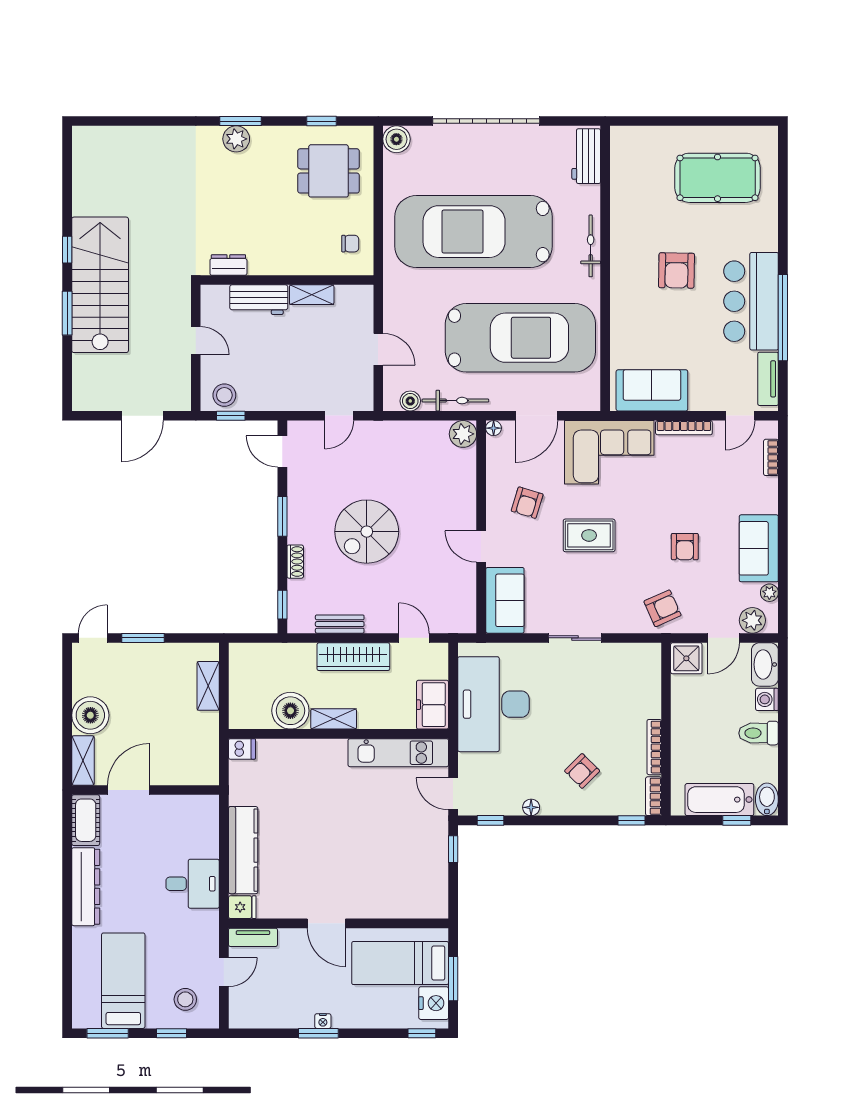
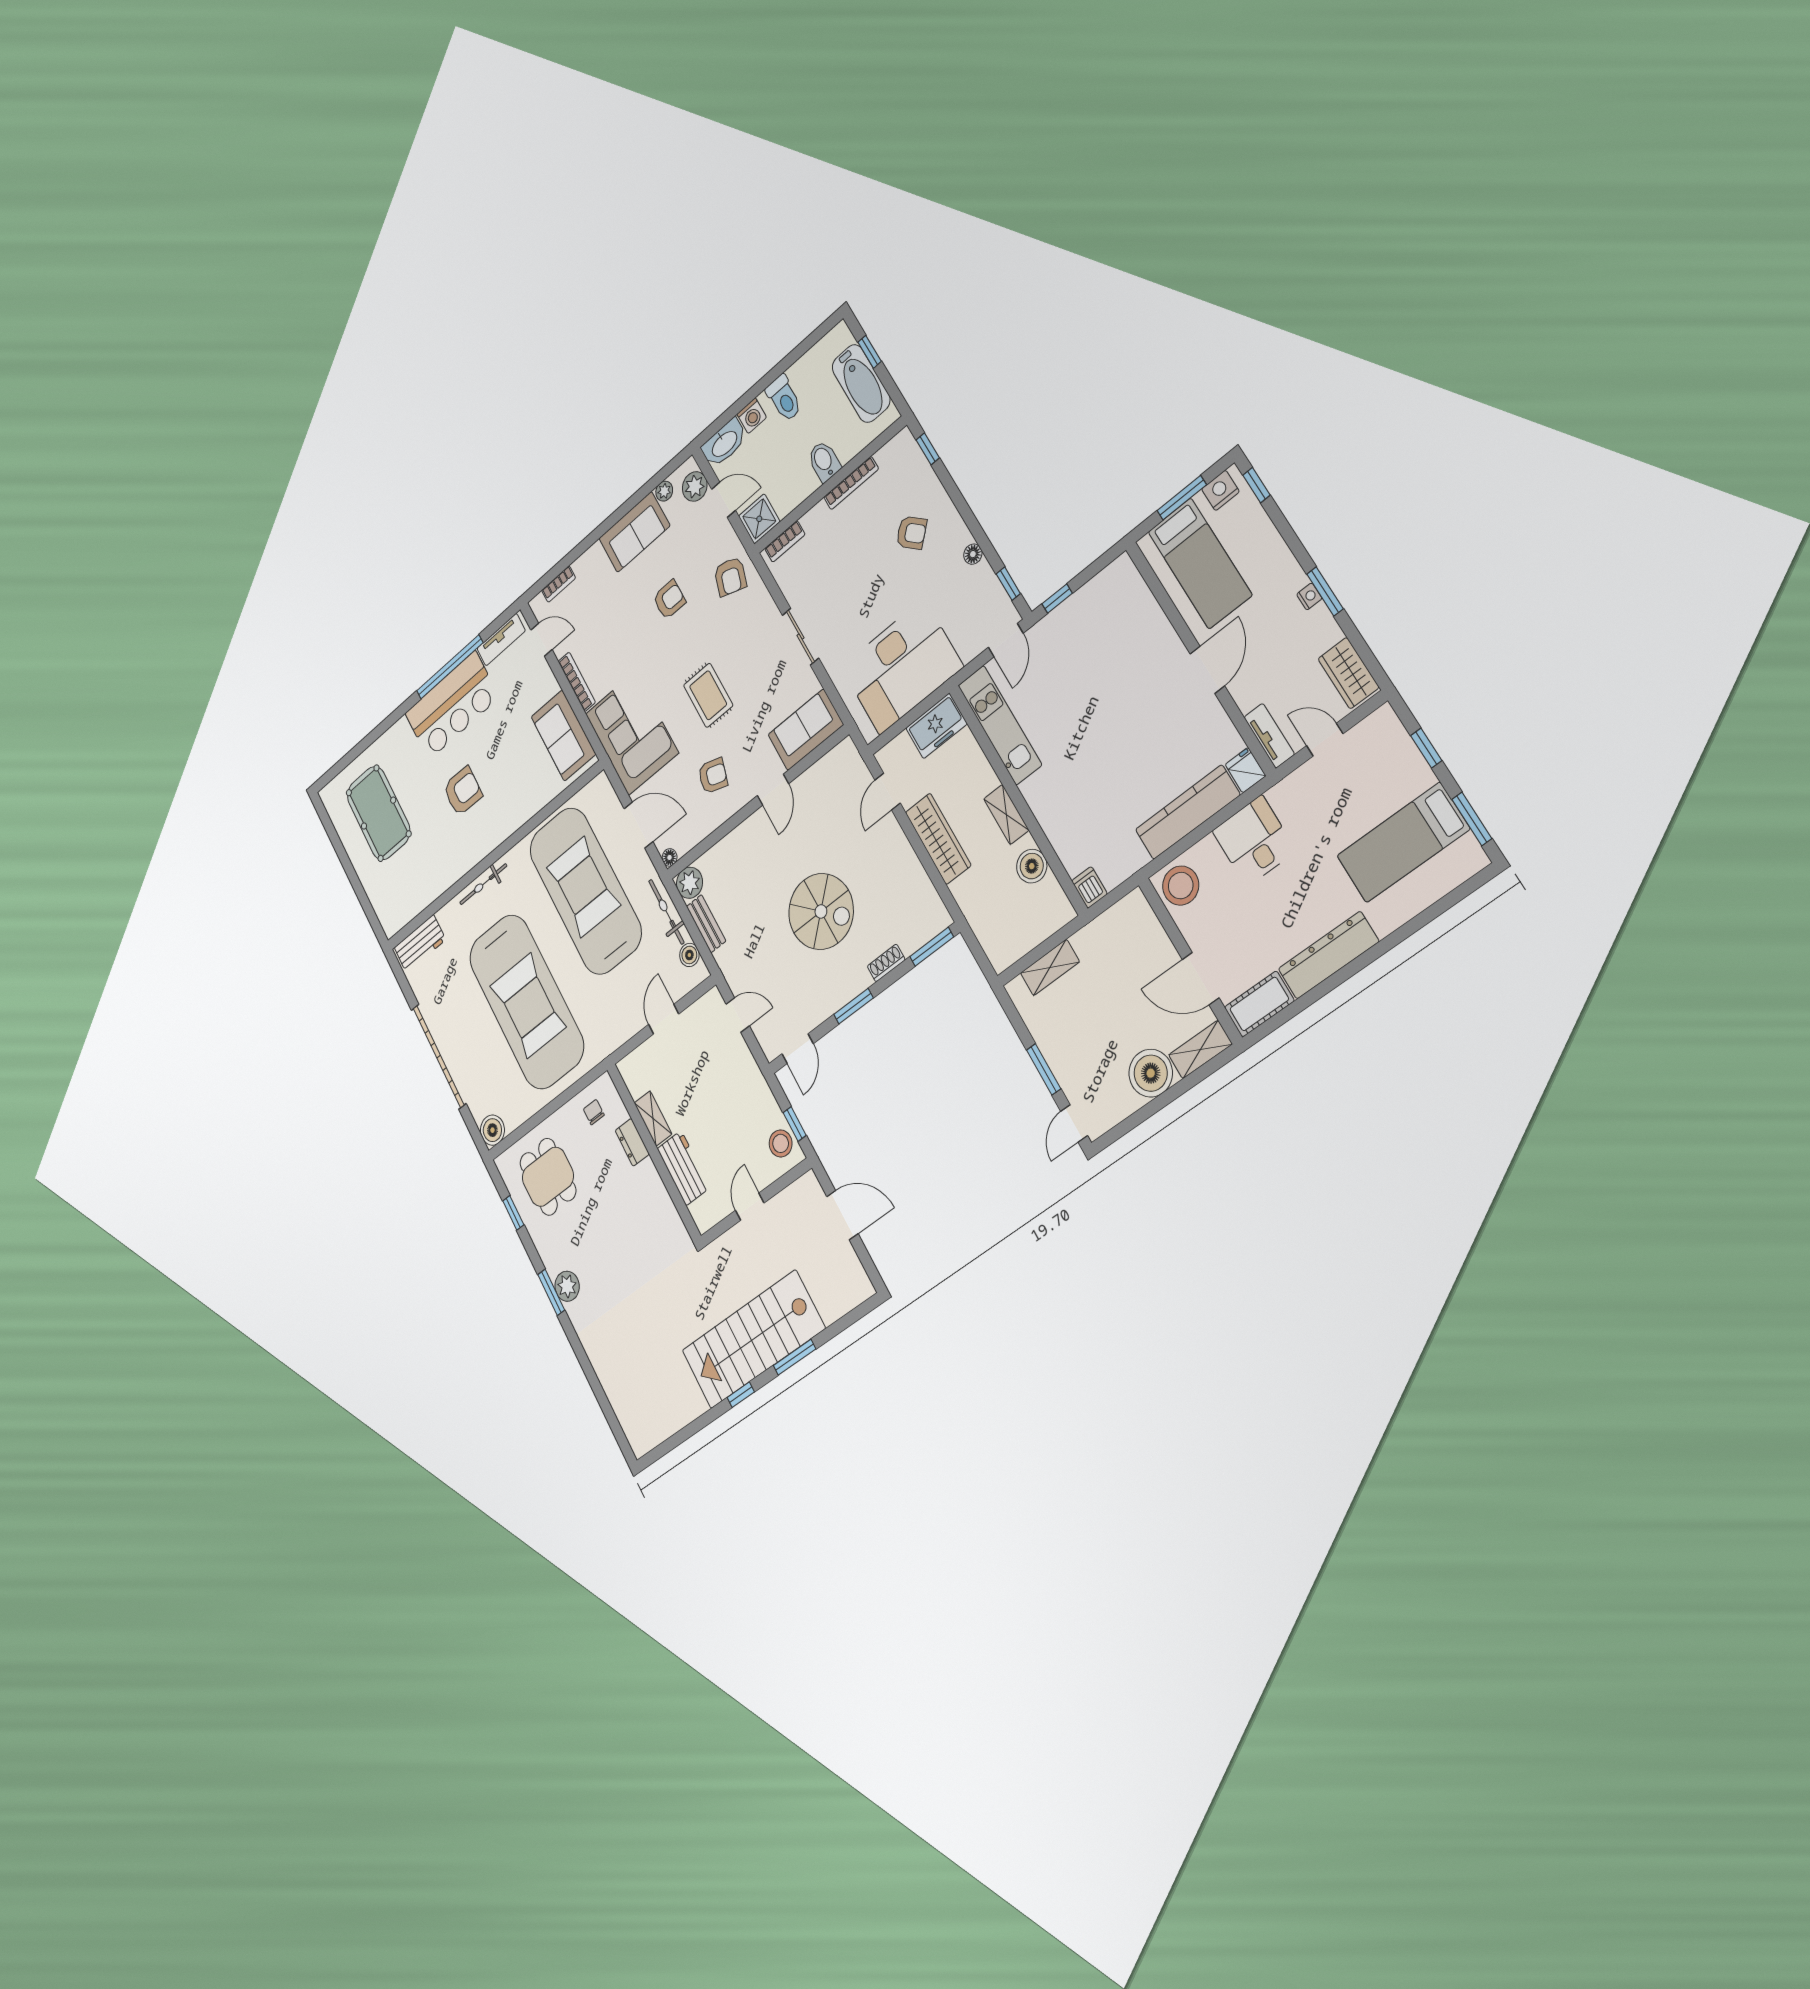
dresser: (228, 265) -> (632, 1142), moved
window: (282, 605) -> (932, 947), width x1.50
armchair: (662, 608) -> (730, 576), turned -138
bench: (340, 624) -> (706, 924), moved
door: (93, 638) -> (1074, 1123), hinge flipped
boiler: (290, 711) -> (1032, 866), width x0.73, depth x0.73
bookcase: (653, 796) -> (785, 541), moved
bidet: (767, 799) -> (824, 461), moved, turned 90
stool: (185, 999) -> (1181, 886), moved, width x1.38, depth x1.38
nightstand: (434, 1003) -> (1220, 490), width x0.74, depth x0.75
wardrobe: (255, 1015) -> (1348, 673), added

